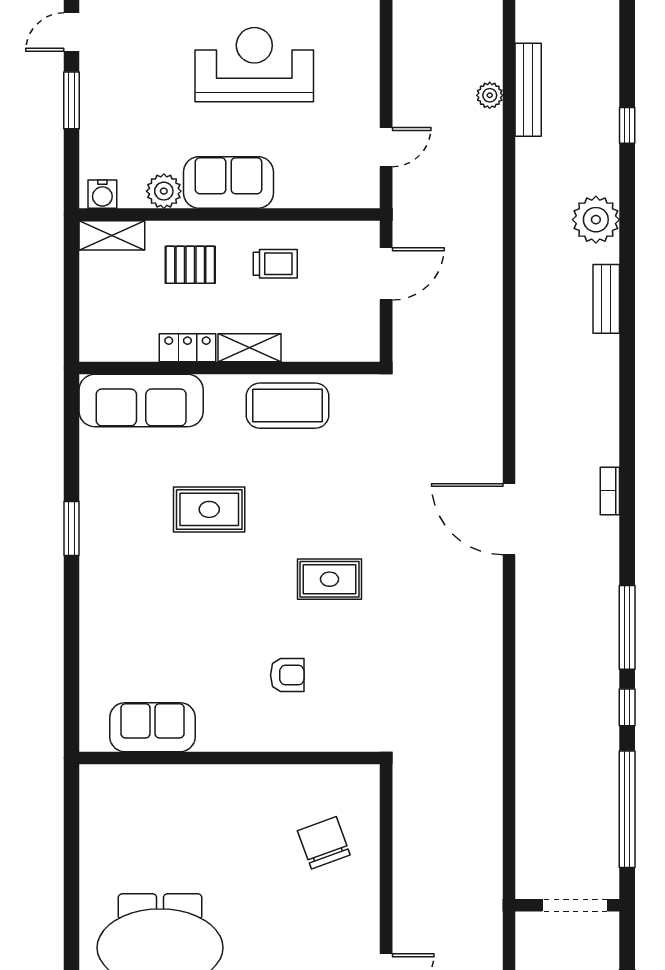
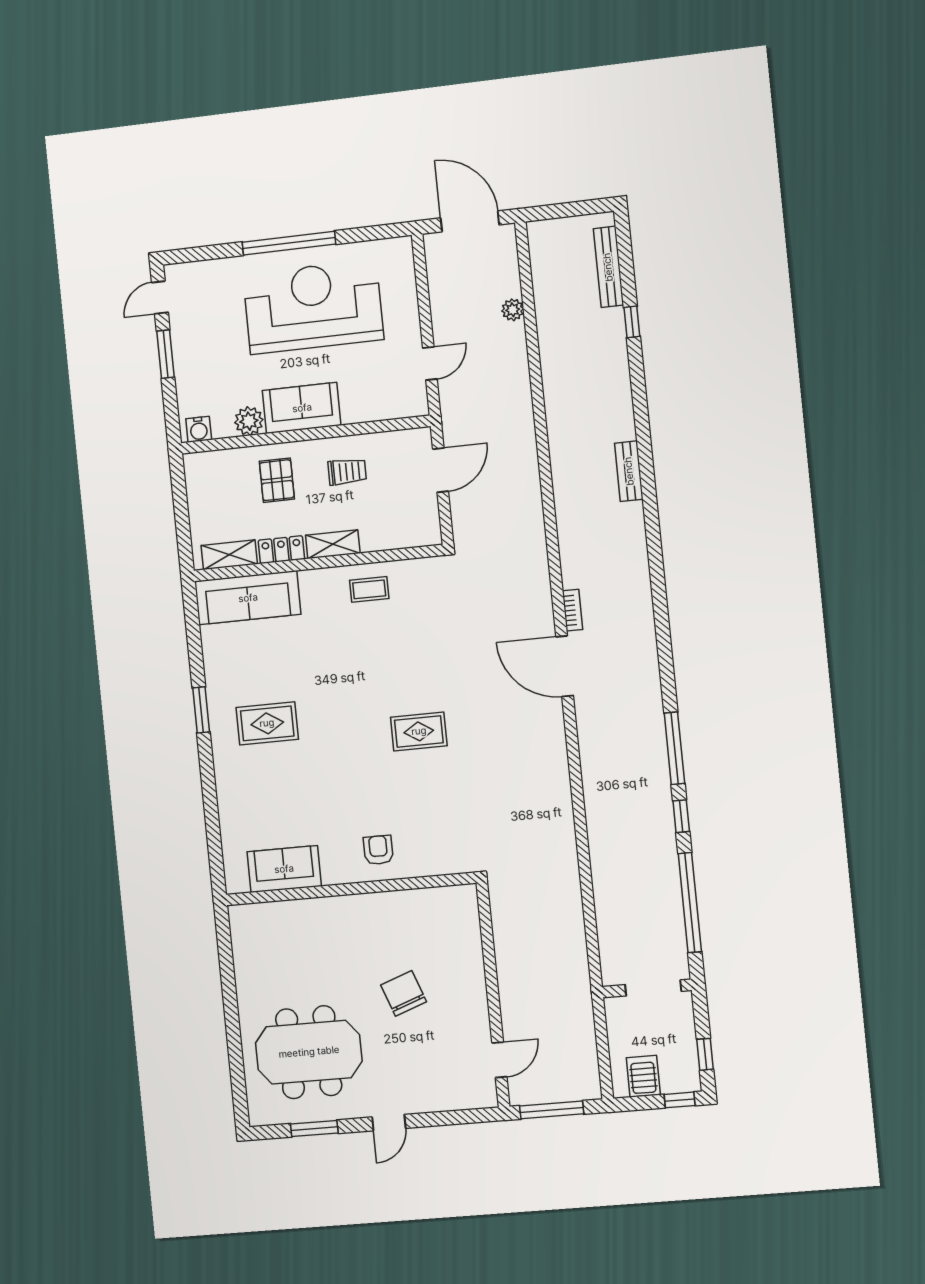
reception desk: (254, 65) -> (313, 307), width x1.36, depth x1.30
bench: (528, 90) -> (608, 267), moved
plant: (596, 220) -> (613, 405), removed
shelving: (112, 235) -> (229, 555), moved
pallet: (190, 265) -> (277, 480), turned 90
coffee table: (288, 406) -> (369, 589), width x0.54, depth x0.58
bookcase: (610, 491) -> (573, 610), moved, turned 180
rug: (209, 509) -> (267, 723), moved
armchair: (287, 675) -> (378, 850), moved, turned -90
chair: (324, 843) -> (404, 993), moved

